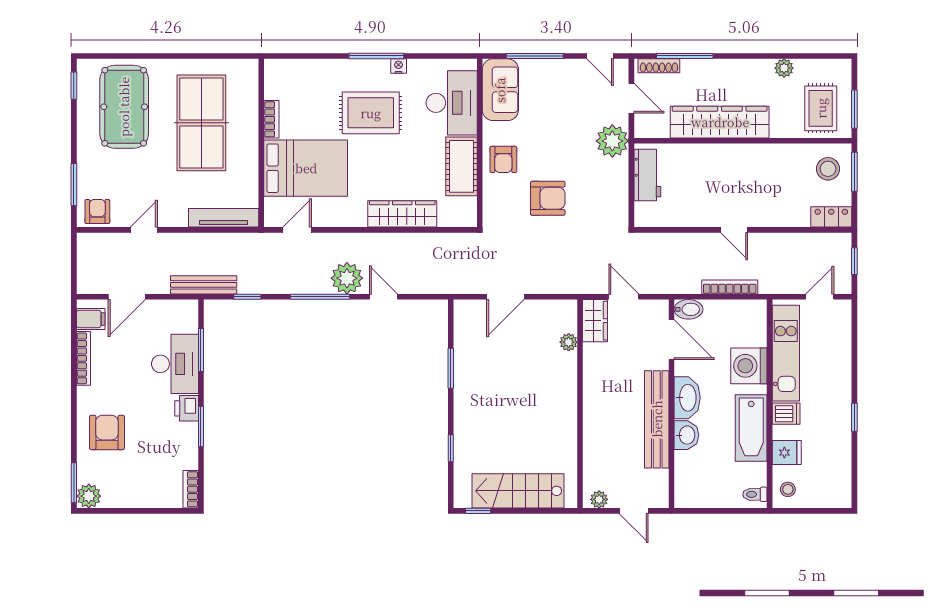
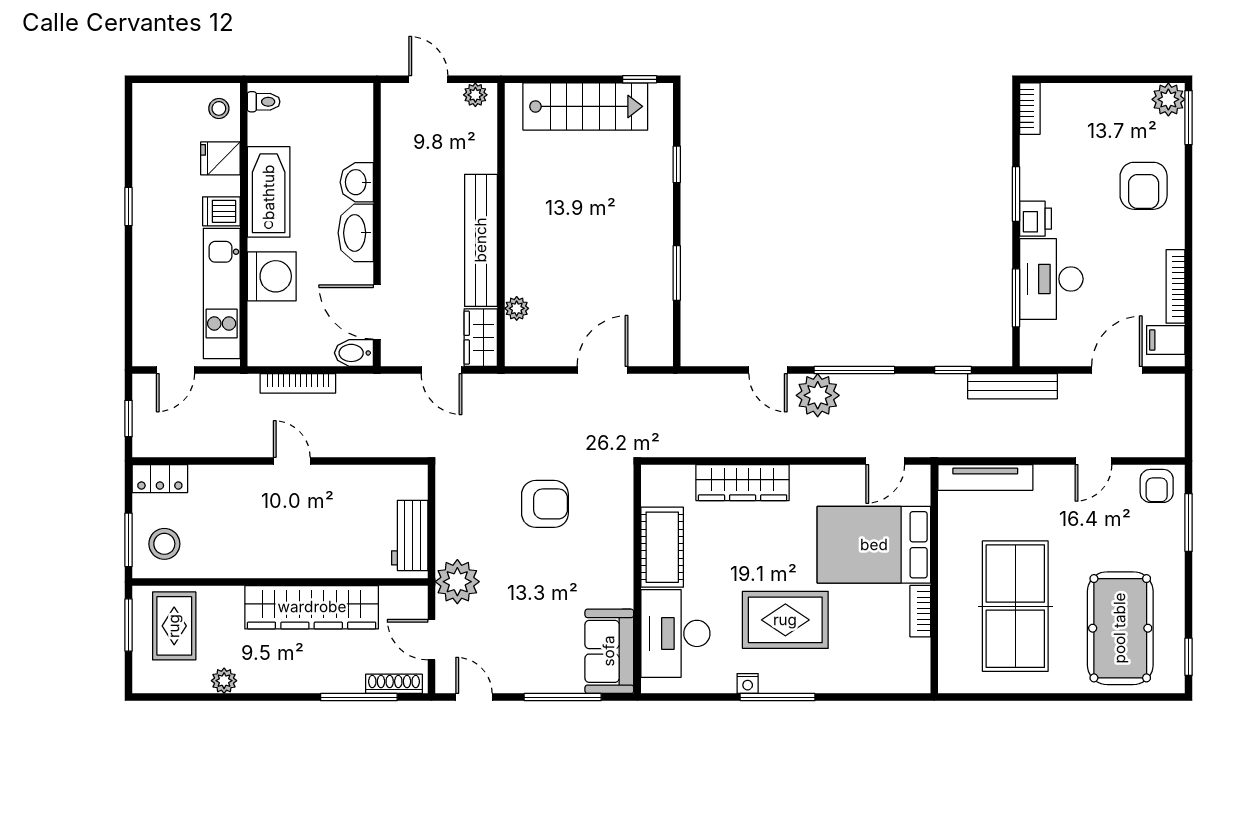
armchair: (503, 159) -> (605, 557), removed
armchair: (548, 198) -> (545, 504), turned 180
bench: (657, 419) -> (481, 240), moved

